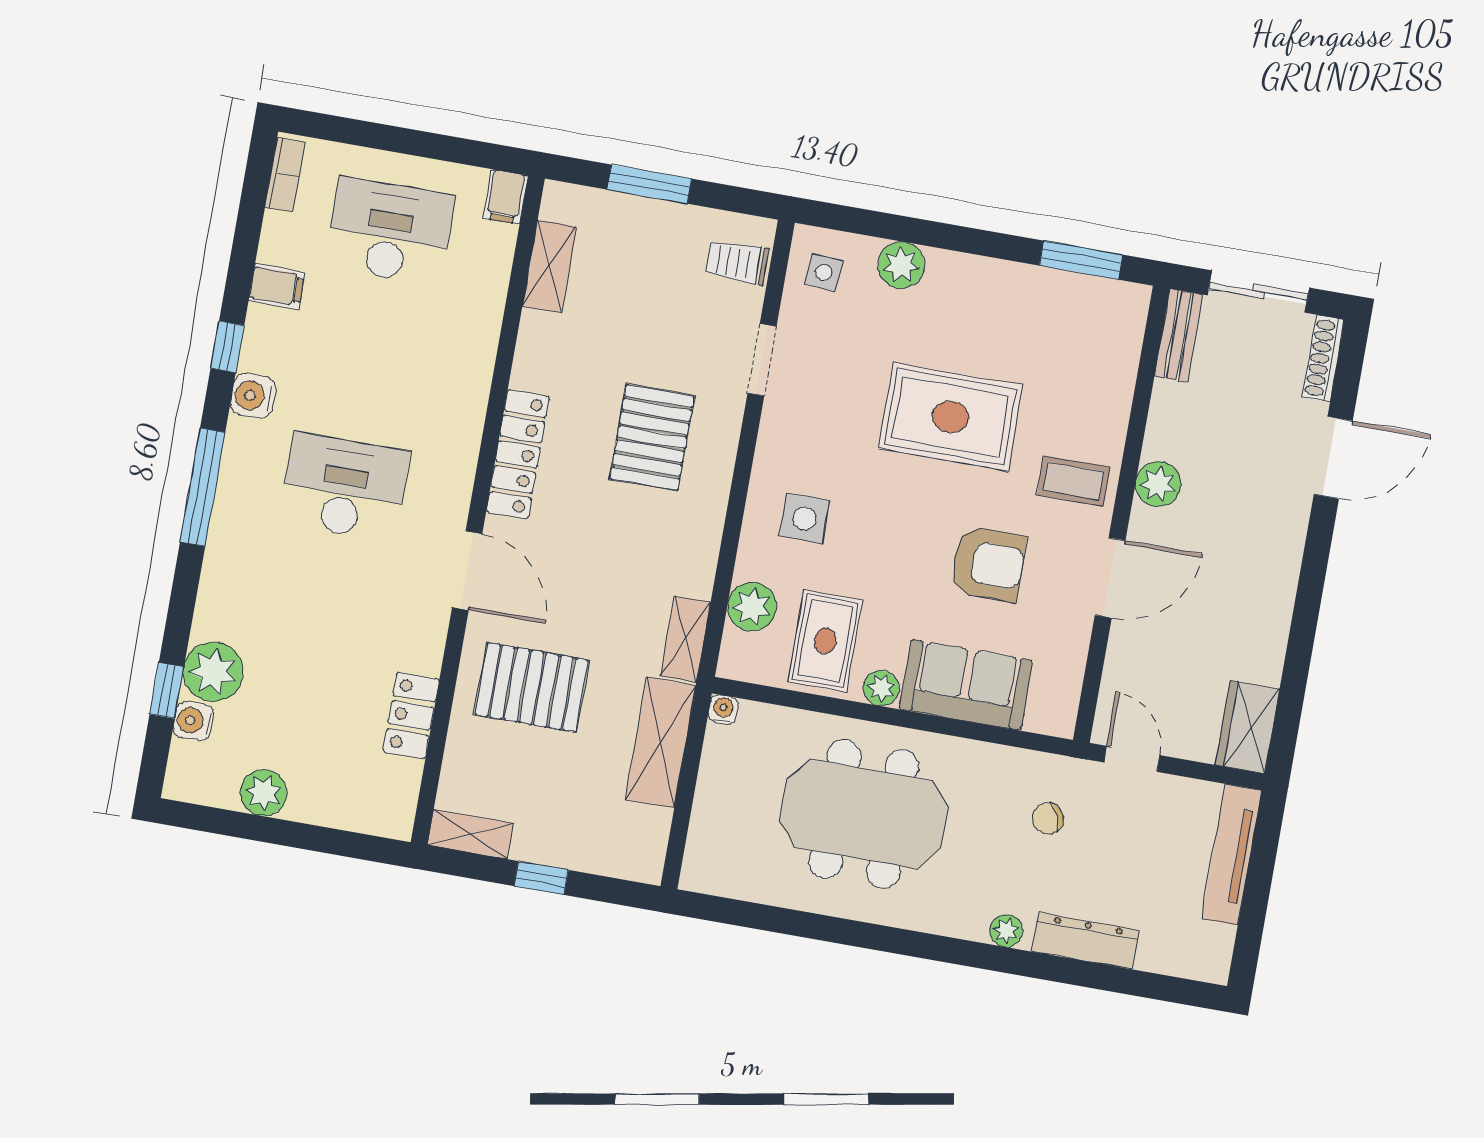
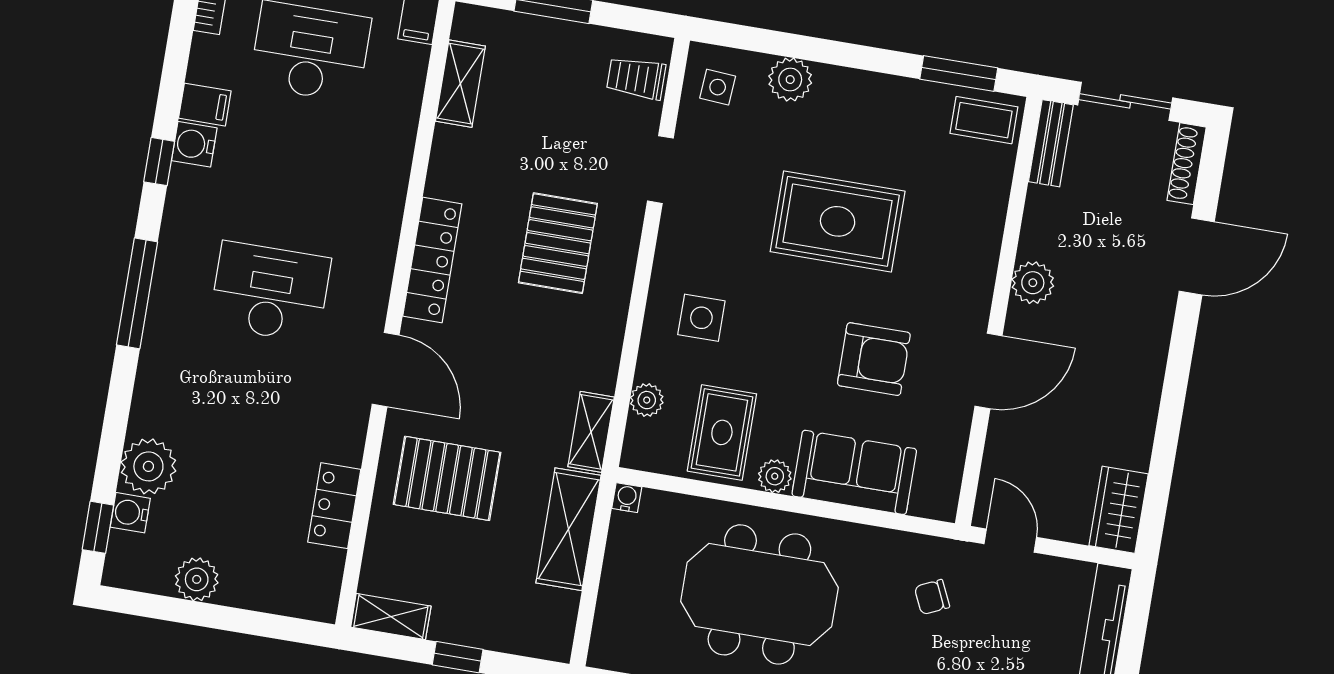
water cooler: (253, 396) -> (194, 144), moved
coffee table: (1073, 481) -> (984, 120), moved
plant: (752, 607) -> (647, 400), width x0.73, depth x0.73
window: (167, 691) -> (98, 527), moved

